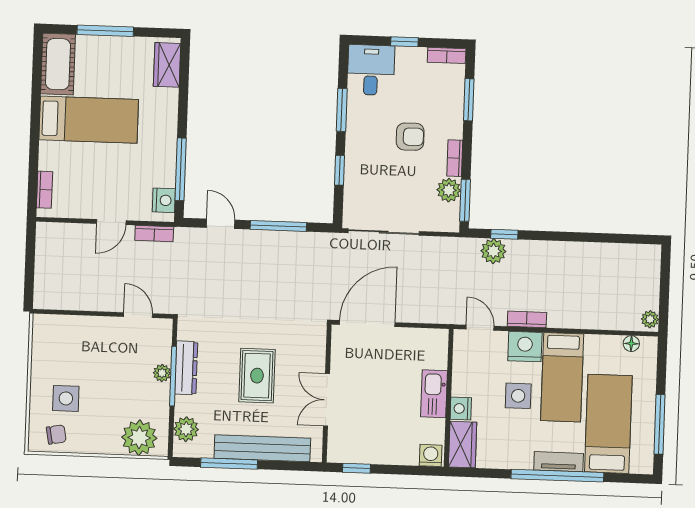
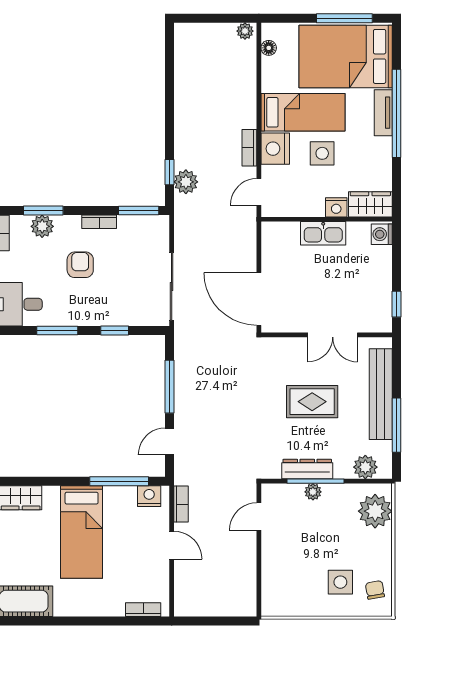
bed: (89, 120) -> (82, 532), moved, turned 180
plant: (449, 190) -> (42, 226), moved
bed: (608, 424) -> (346, 56), width x1.50

